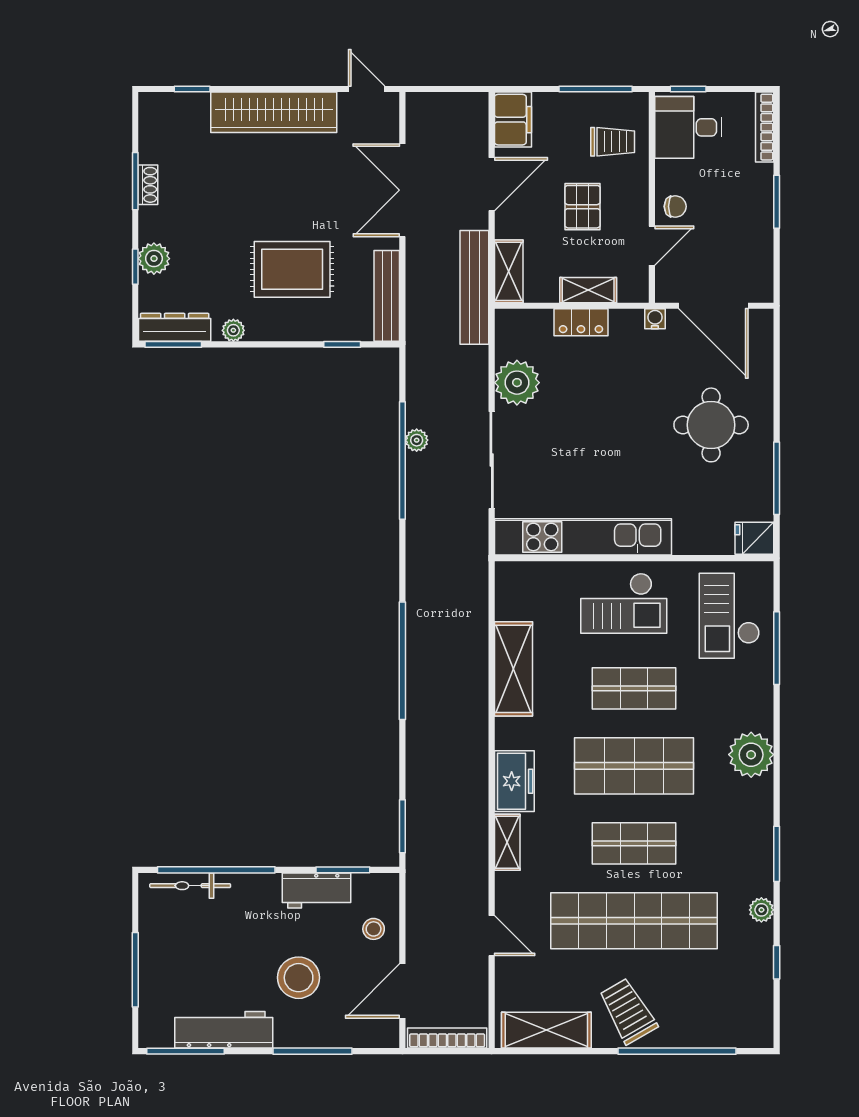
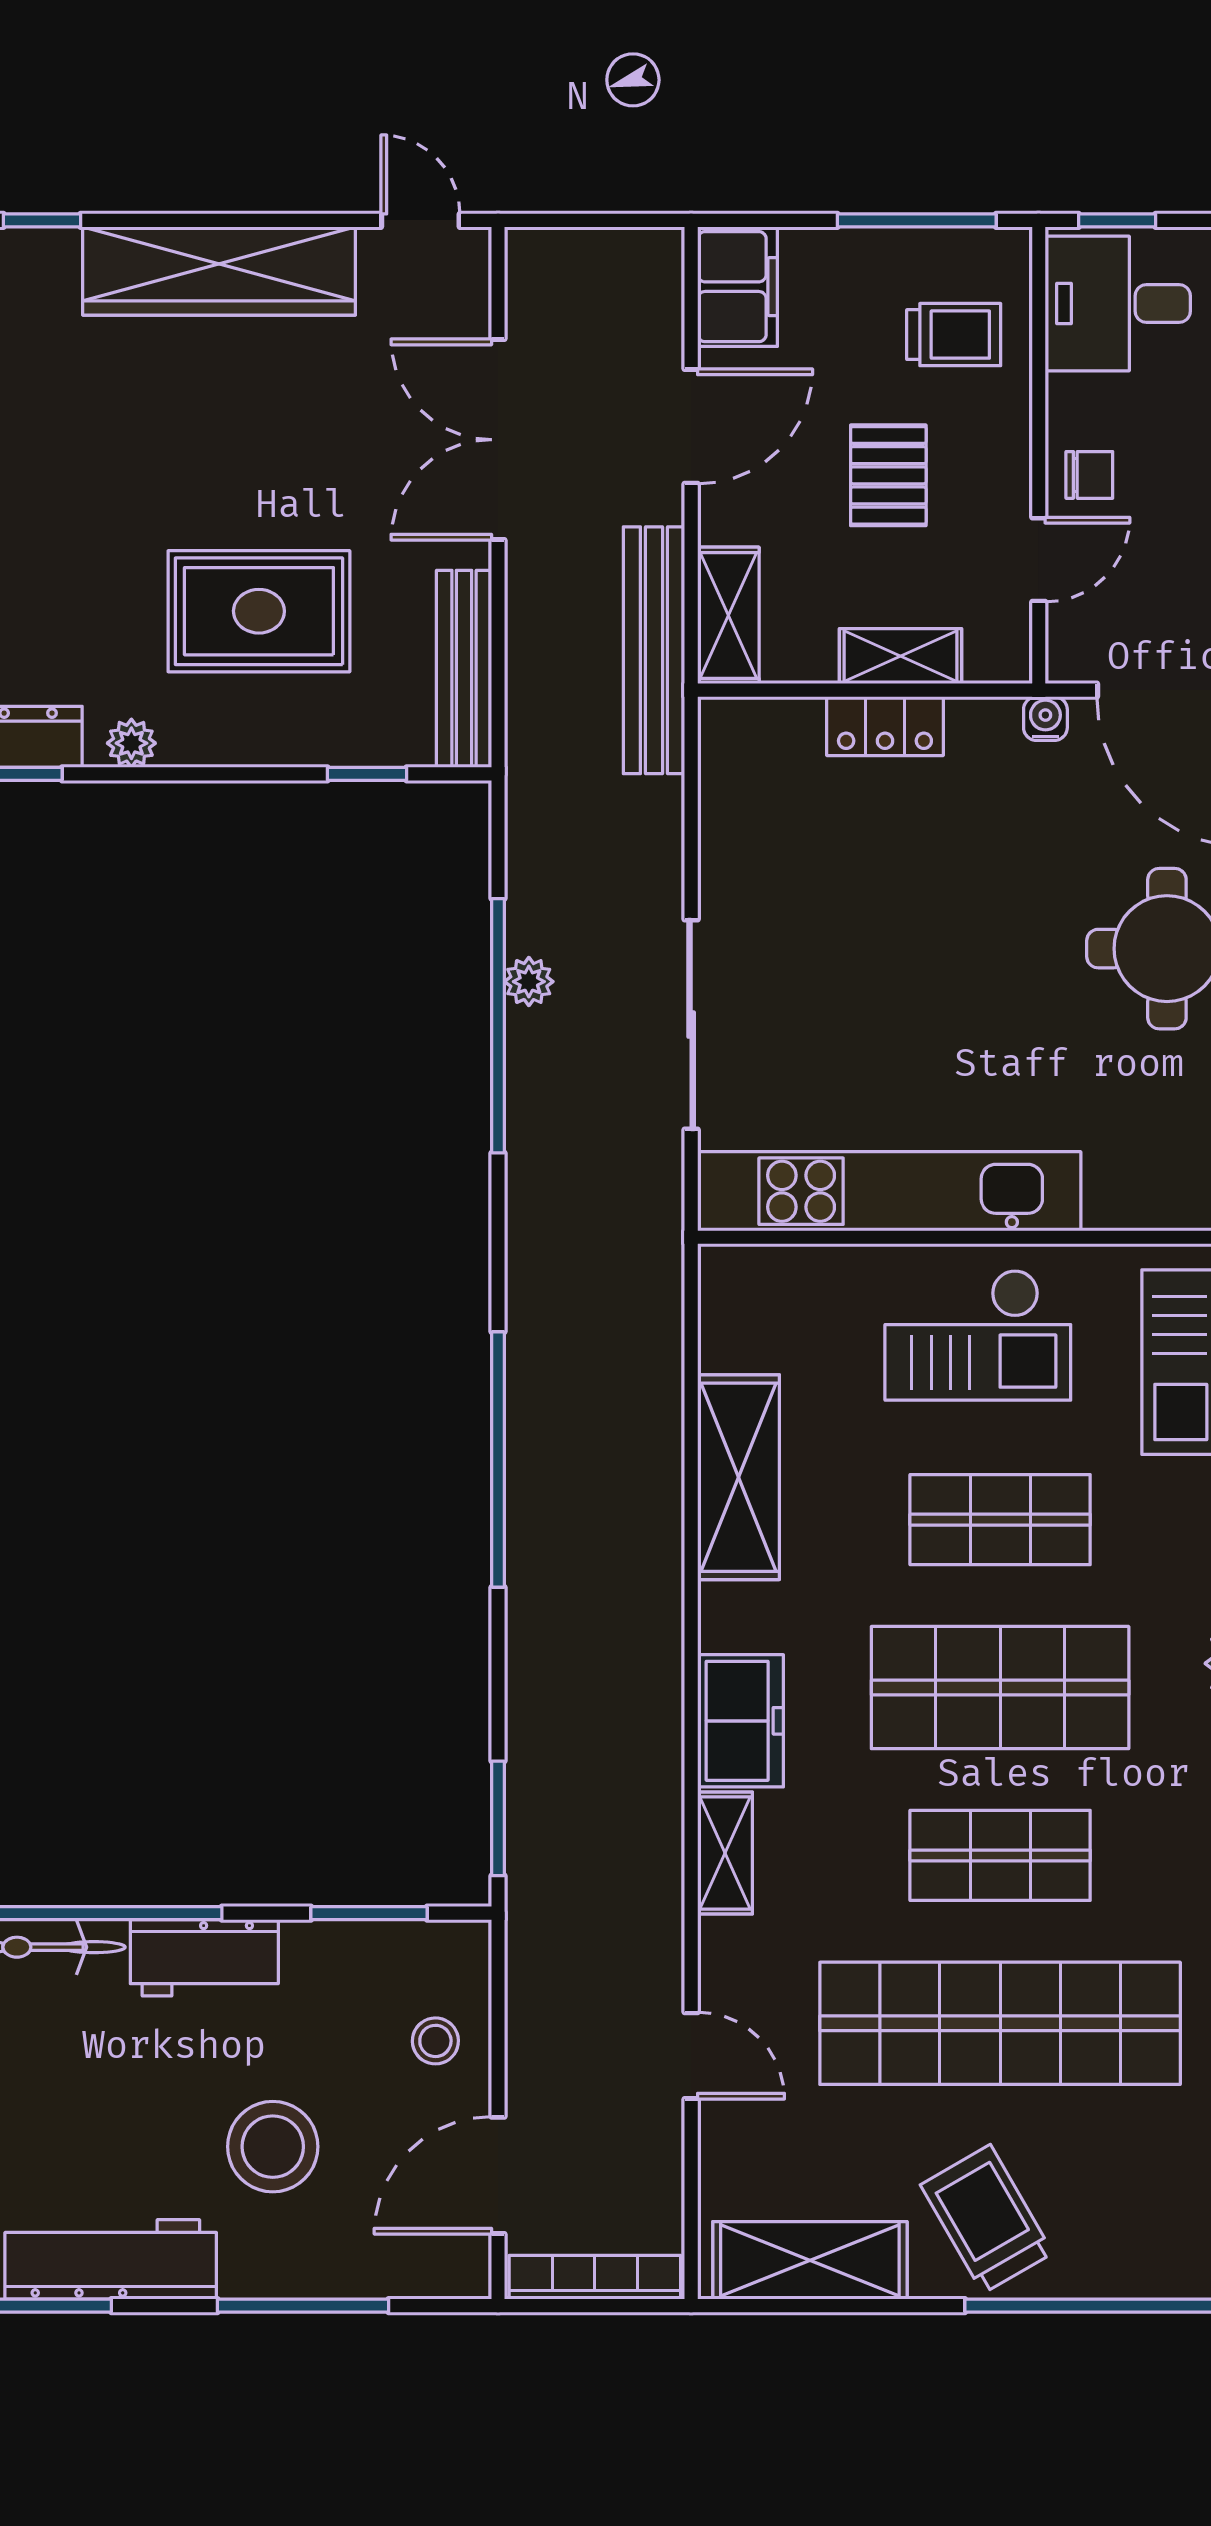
plant: (517, 383) -> (746, 857), removed
workbench: (317, 891) -> (204, 1958), moved

